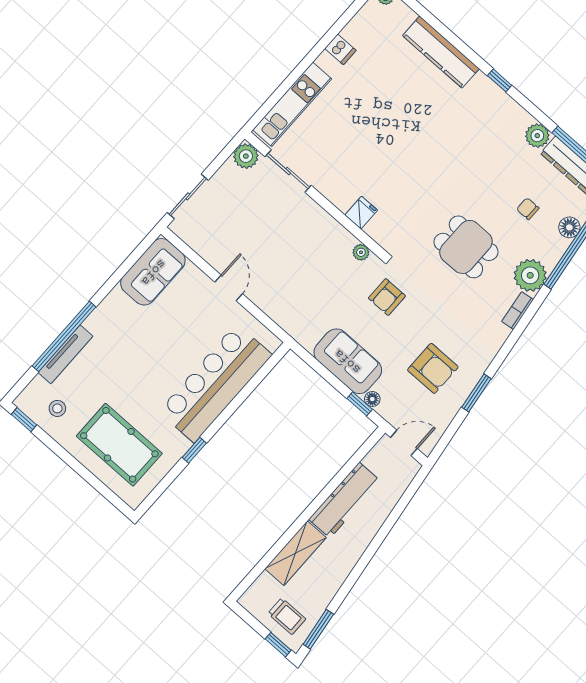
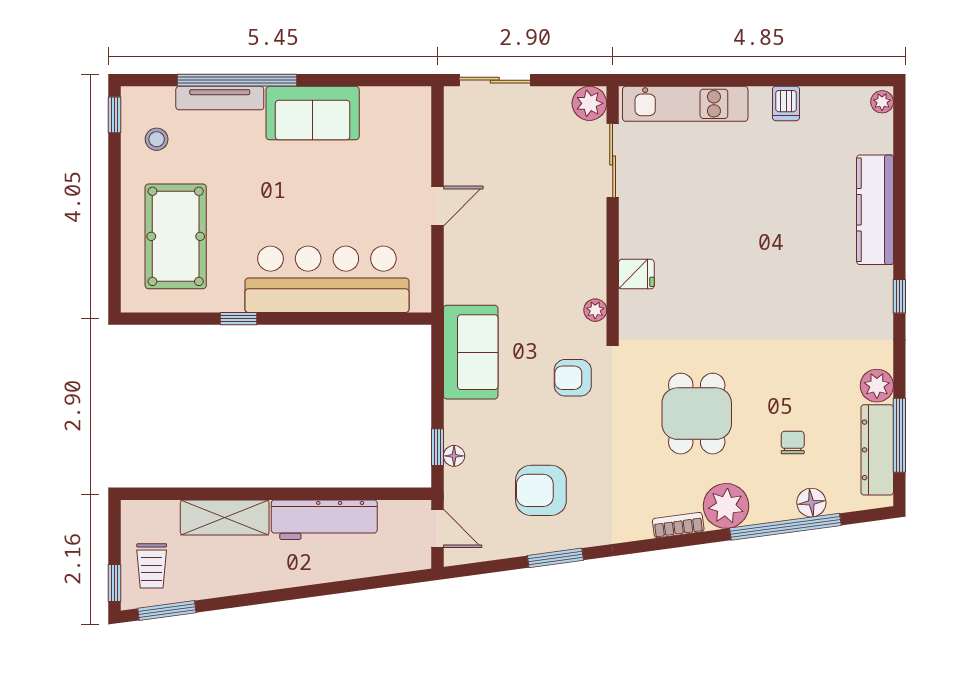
sofa: (153, 272) -> (313, 113), moved
sofa: (348, 361) -> (471, 352), moved
armchair: (433, 368) -> (541, 490), turned 90

